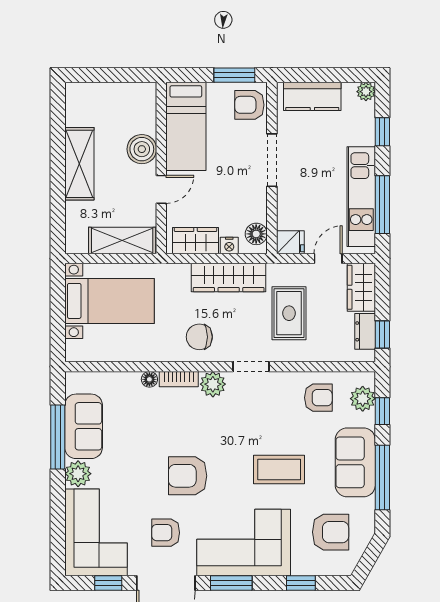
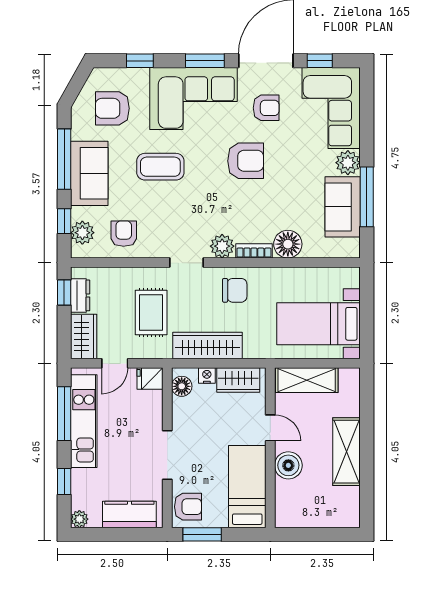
door: (161, 189) -> (270, 428), swing flipped
floor lamp: (149, 379) -> (288, 244), width x1.89, depth x1.89
armchair: (318, 398) -> (124, 234), turned 90

